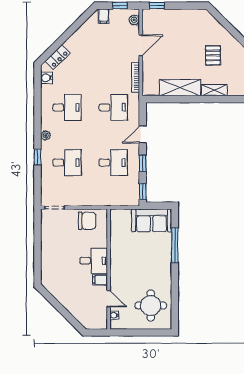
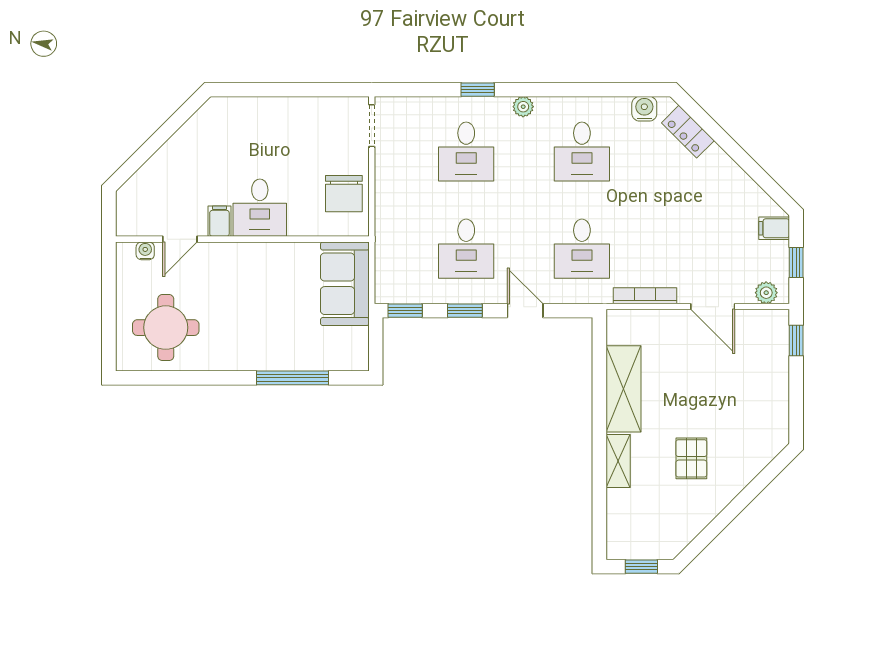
pallet: (213, 55) -> (691, 458), turned 90
sofa: (152, 220) -> (345, 284), moved

